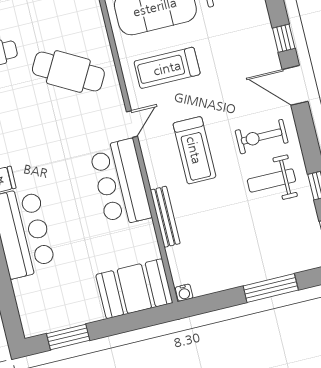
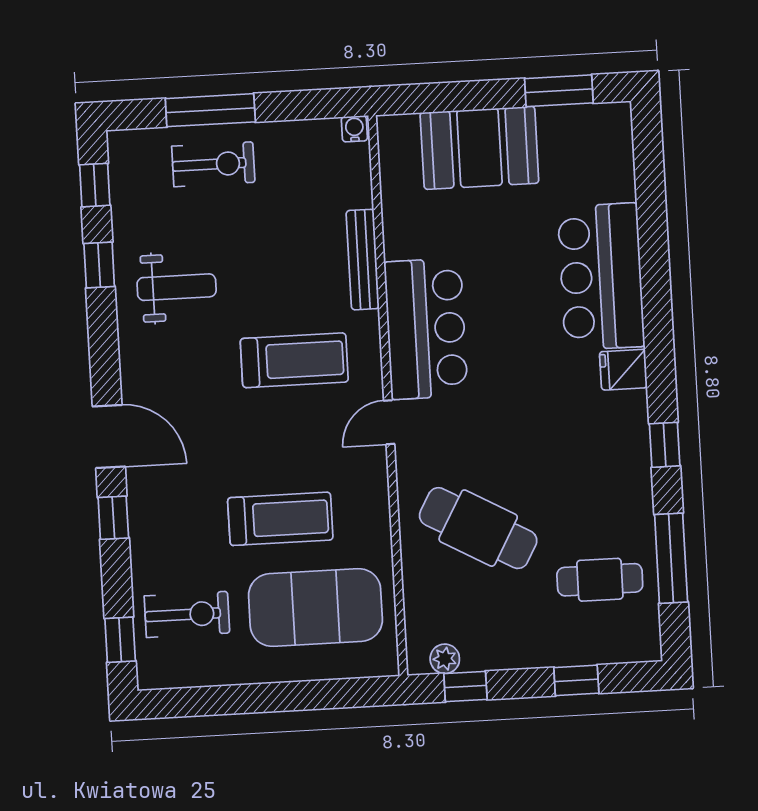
treadmill: (167, 68) -> (280, 519), moved
exercise bike: (262, 137) -> (213, 164), moved
treadmill: (194, 150) -> (294, 360), turned 90
booth: (134, 289) -> (479, 148), moved

